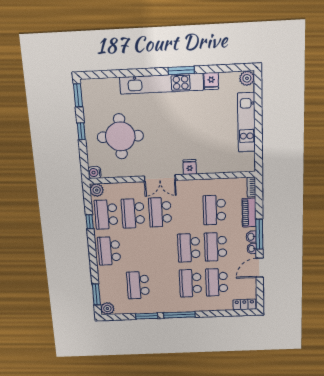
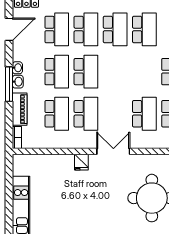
school desk: (160, 212) -> (86, 114), moved
door: (260, 268) -> (9, 29), moved
school desk: (164, 284) -> (115, 29), added

